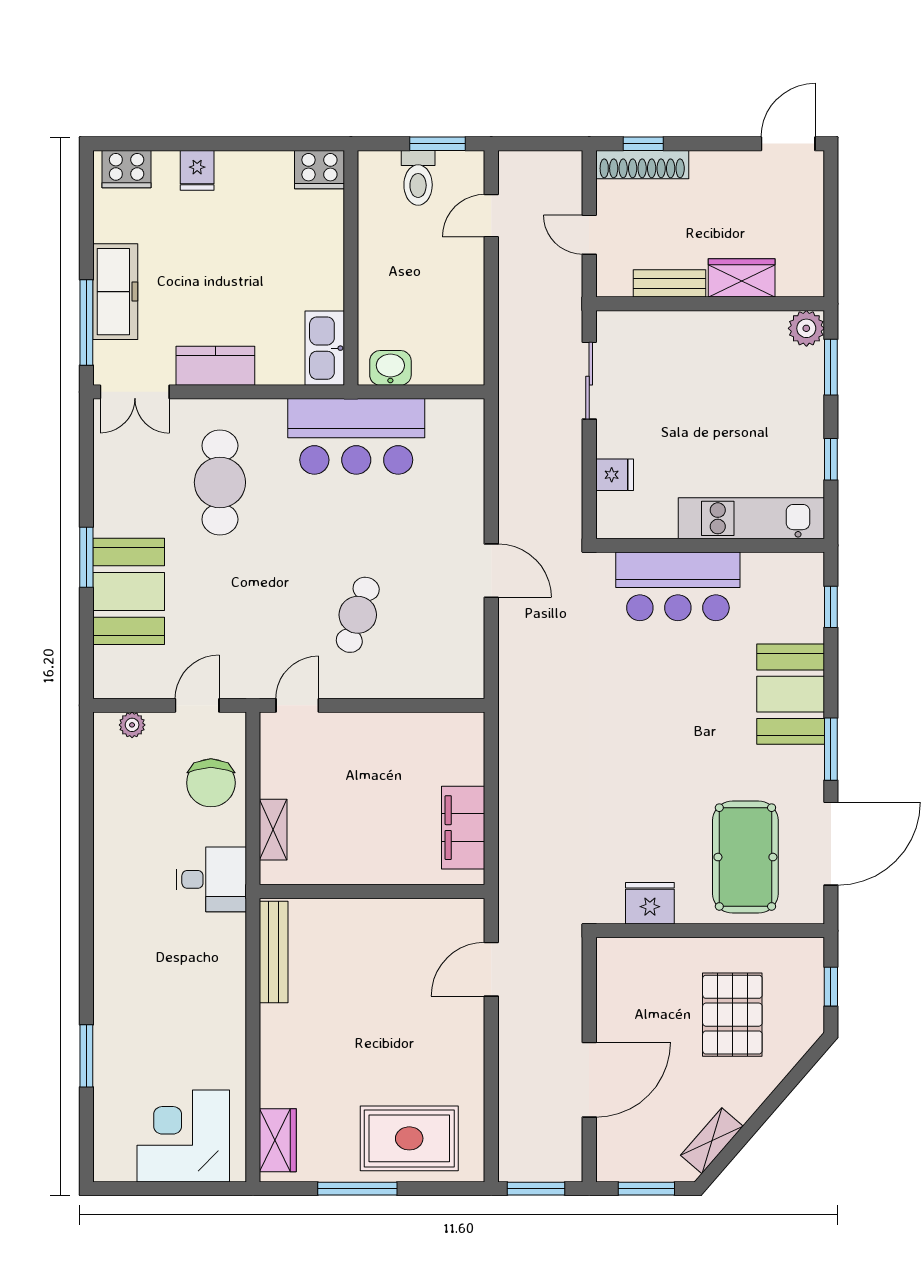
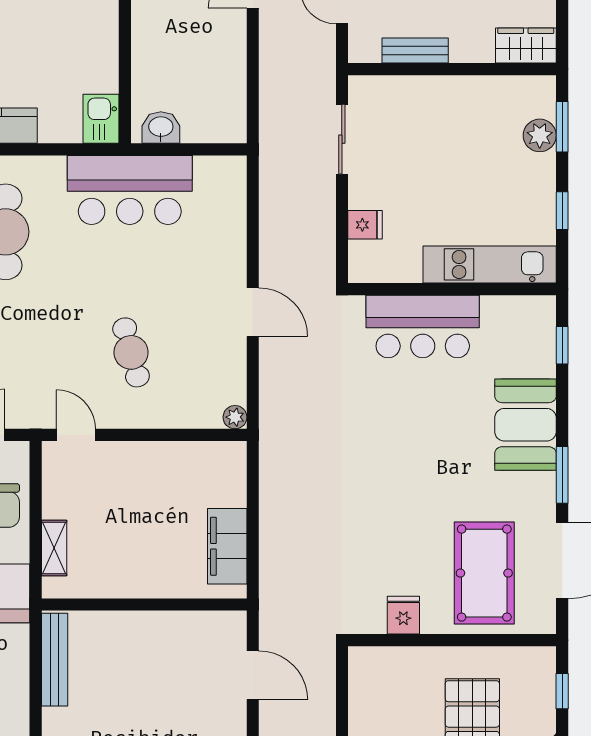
wardrobe: (742, 278) -> (526, 46), moved
plant: (806, 328) -> (540, 135), moved
kitchen sink: (325, 348) -> (101, 119), width x0.73
cafe table: (358, 615) -> (131, 352), turned -33
plant: (472, 686) -> (235, 417), added
door: (297, 705) -> (76, 435), hinge flipped
fridge: (650, 903) -> (403, 615), width x0.72
door: (491, 969) -> (253, 675), swing flipped

